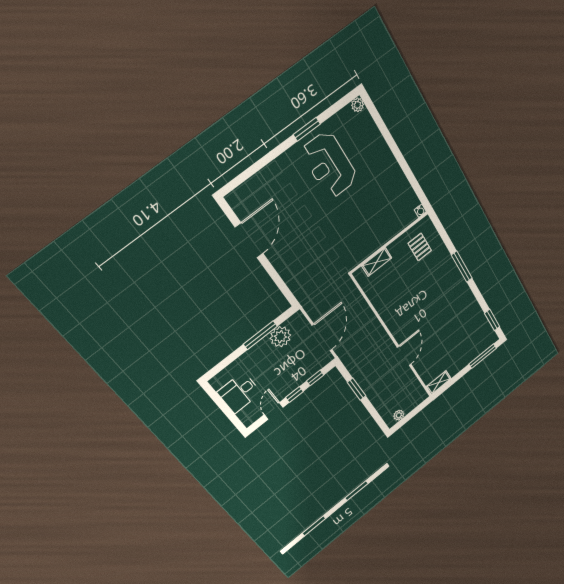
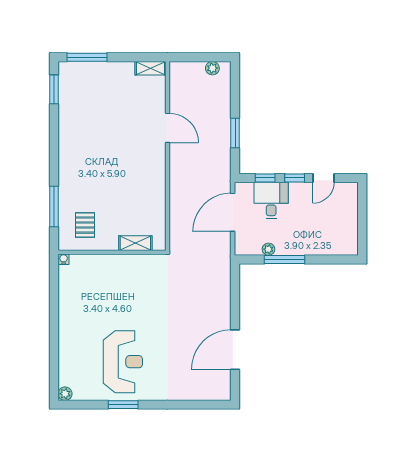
window: (462, 267) -> (54, 206), moved
plant: (280, 337) -> (268, 249), width x0.53, depth x0.53
door: (404, 356) -> (167, 128), swing flipped
desk: (239, 393) -> (271, 200), moved, turned -90

